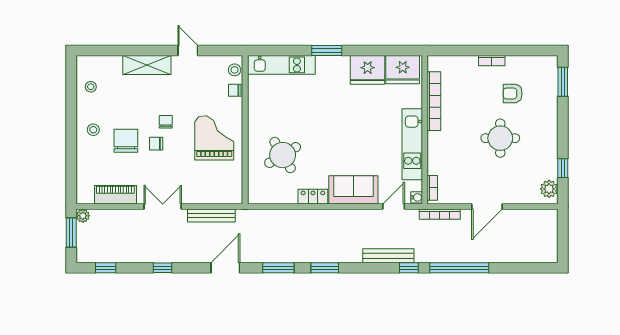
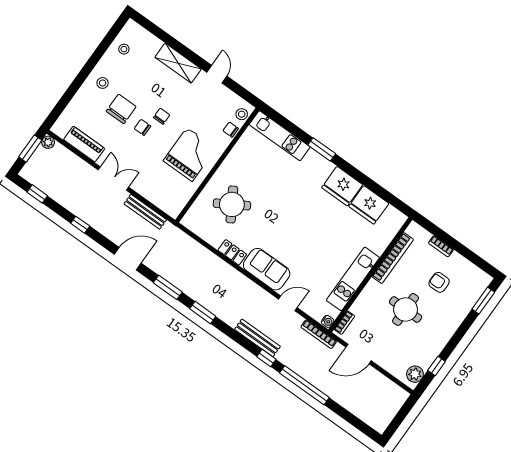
bookcase: (434, 101) -> (393, 258), moved
wall: (425, 130) -> (370, 275), moved
kitchen unit: (412, 144) -> (353, 279), moved
bookcase: (432, 188) -> (344, 323), moved
water cooler: (417, 197) -> (328, 321), moved

